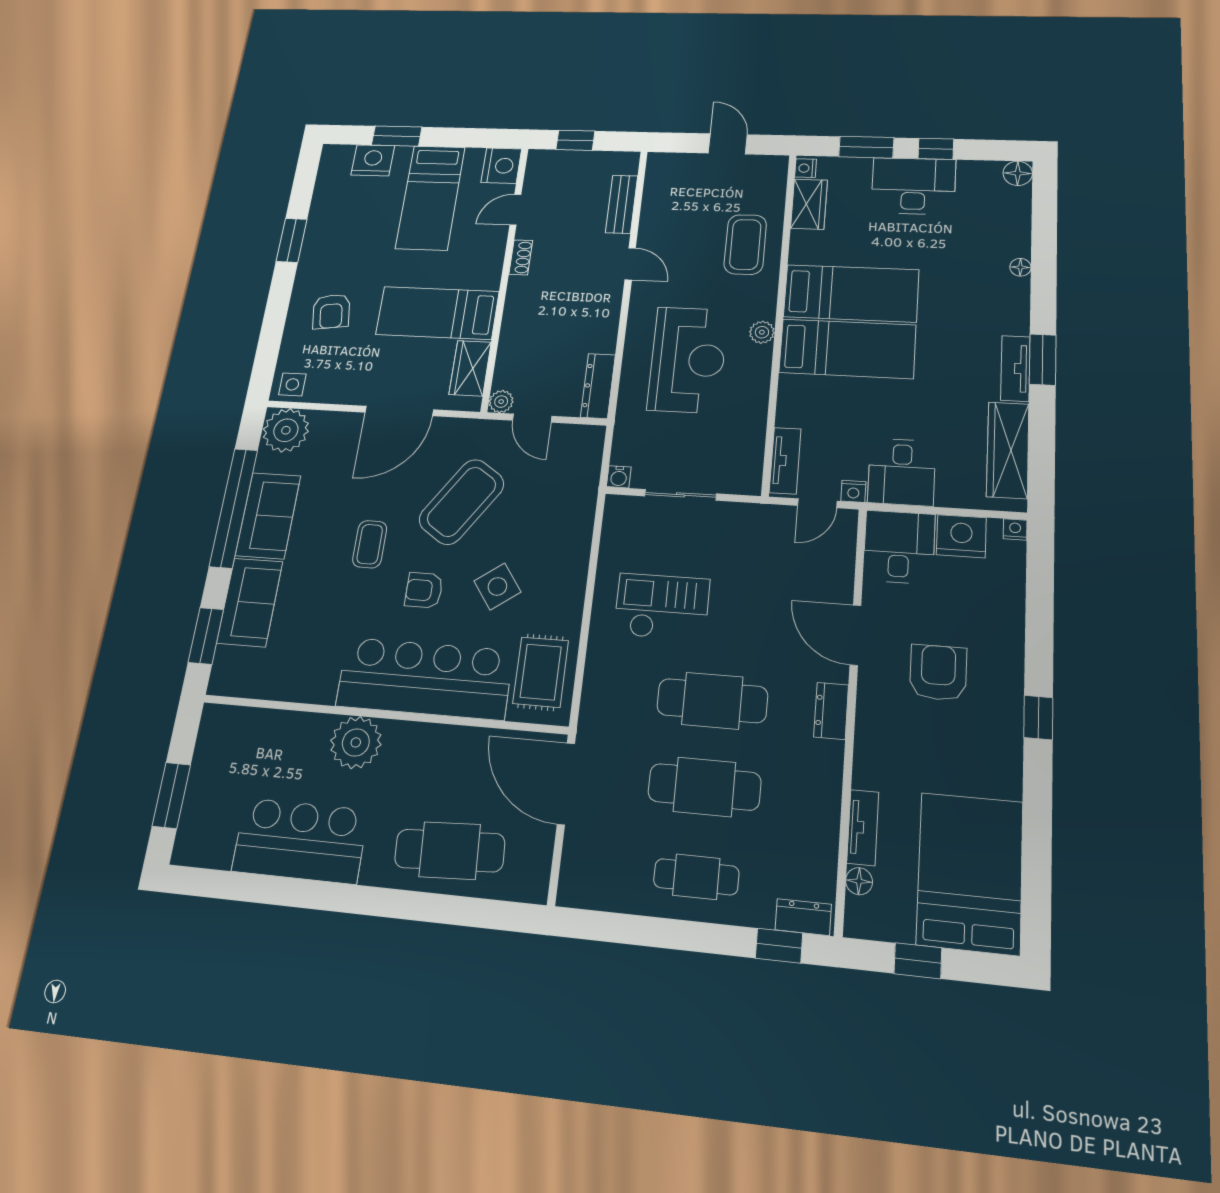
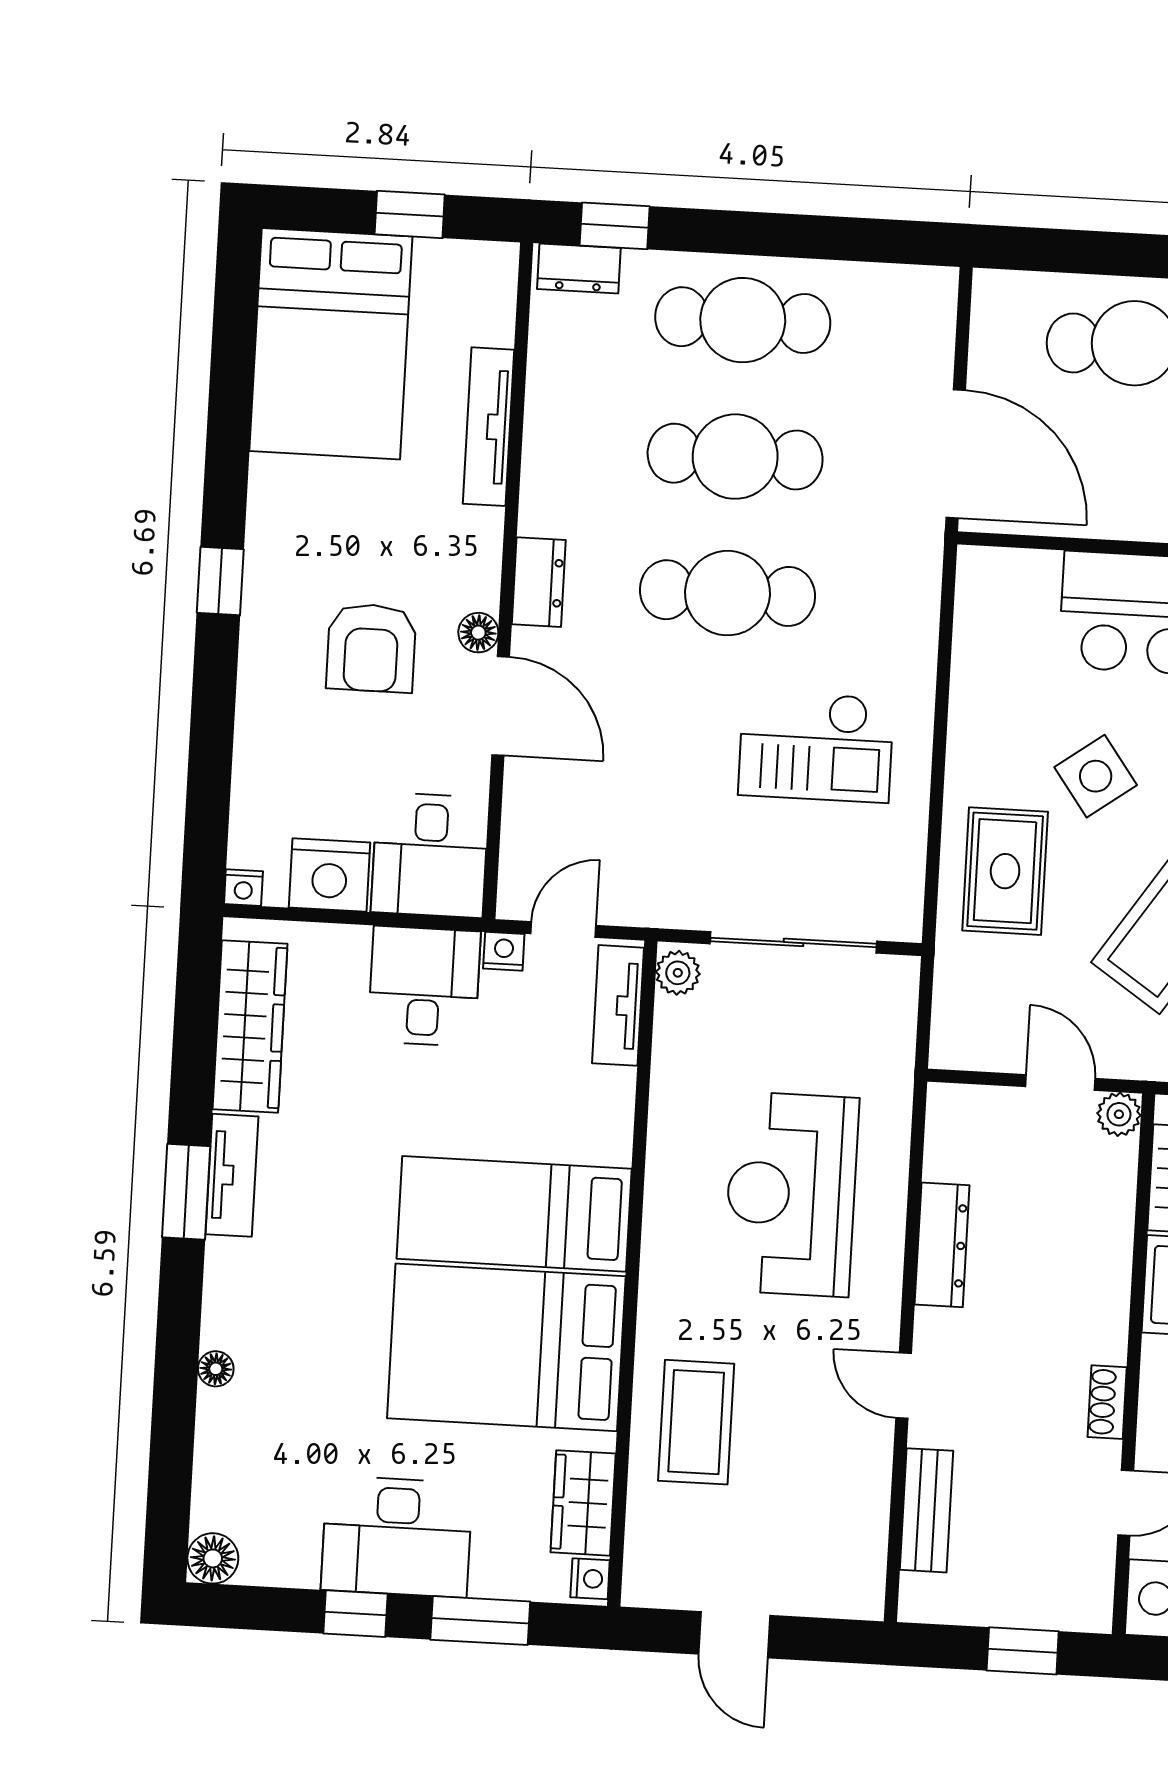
bed: (851, 293) -> (506, 1347), width x1.50
plant: (762, 332) -> (678, 973), moved
dresser: (598, 386) -> (942, 1245), moved
water cooler: (619, 477) -> (901, 974), removed
sliding door: (680, 495) -> (793, 942), width x1.37
rug: (541, 672) -> (1005, 871), moved
tv unit: (863, 827) -> (489, 427), width x1.41
cafe table: (696, 877) -> (743, 320), width x1.37, depth x1.35
floor lamp: (859, 881) -> (478, 633), moved

